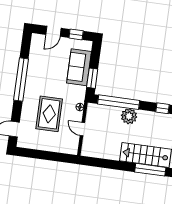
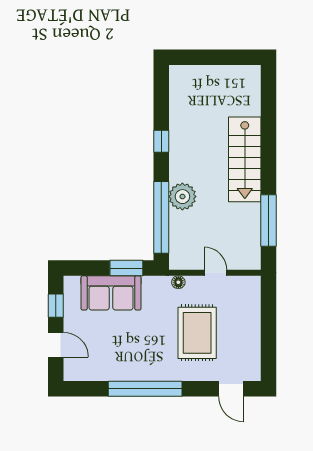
rug: (49, 114) -> (197, 333), turned 90
door: (82, 129) -> (215, 273), swing flipped
window: (150, 170) -> (268, 221), moved

